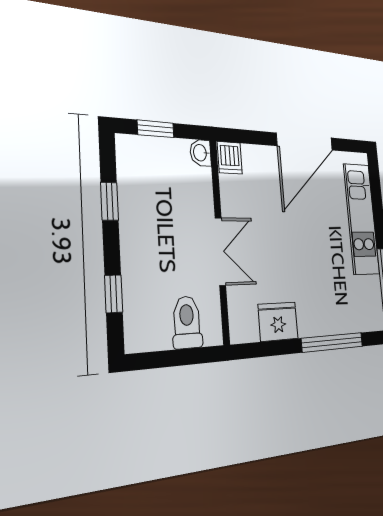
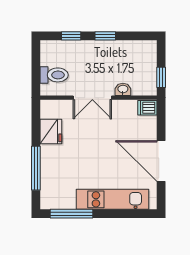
window: (156, 129) -> (161, 77), moved
washbasin: (201, 153) -> (123, 89), moved
window: (110, 201) -> (105, 36), moved

